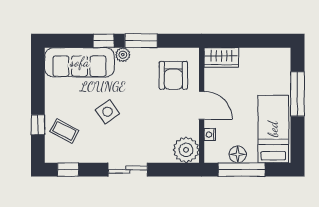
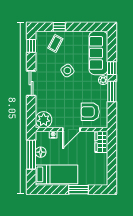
window: (297, 94) -> (79, 190), width x0.69

